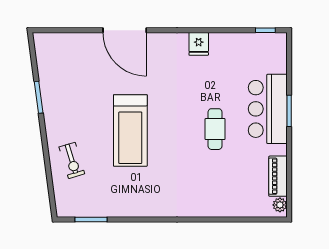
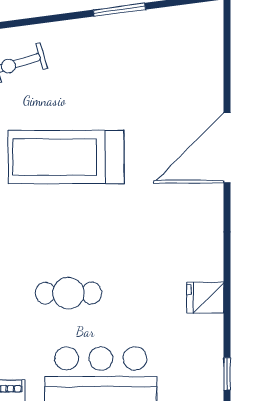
fridge: (199, 44) -> (205, 298), moved

